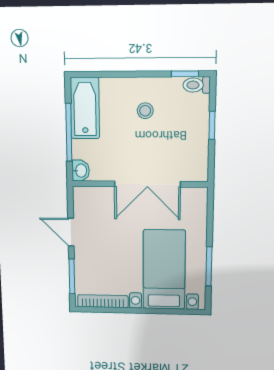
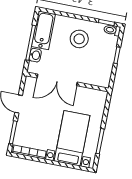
stool: (145, 111) -> (79, 39), width x1.89, depth x1.89
washbasin: (81, 171) -> (35, 55), moved
double door: (147, 184) -> (57, 80), moved

